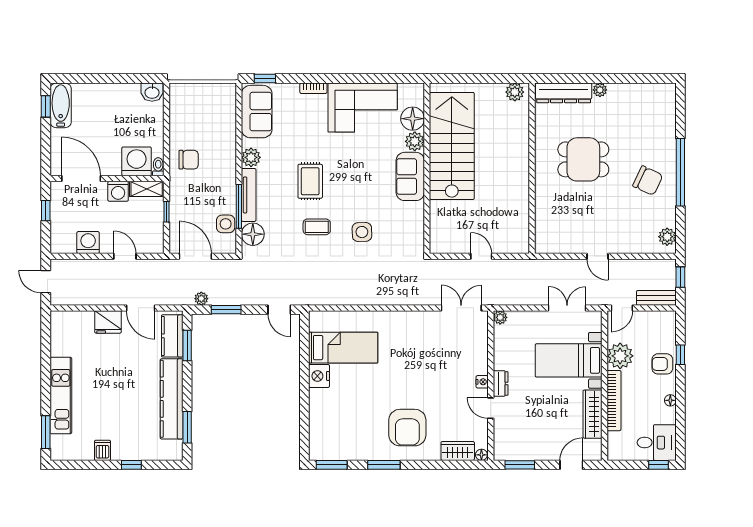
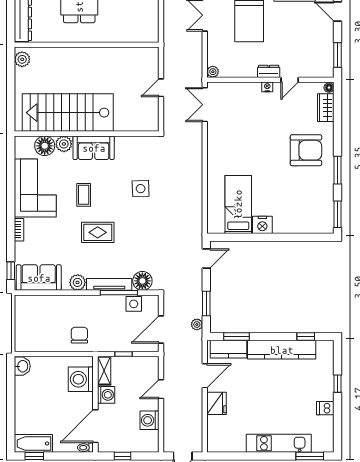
toilet: (158, 167) -> (85, 448), moved
coffee table: (317, 227) -> (84, 195), moved
window: (187, 427) -> (306, 336), width x0.67

